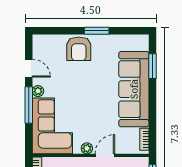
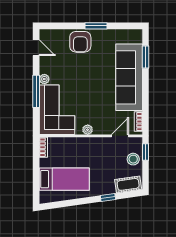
door: (29, 68) -> (36, 48), moved
door: (105, 155) -> (120, 136), moved

